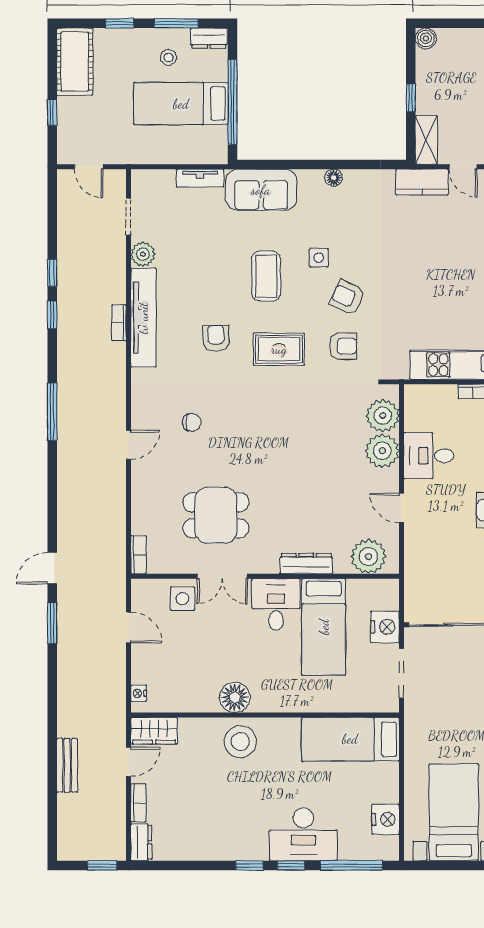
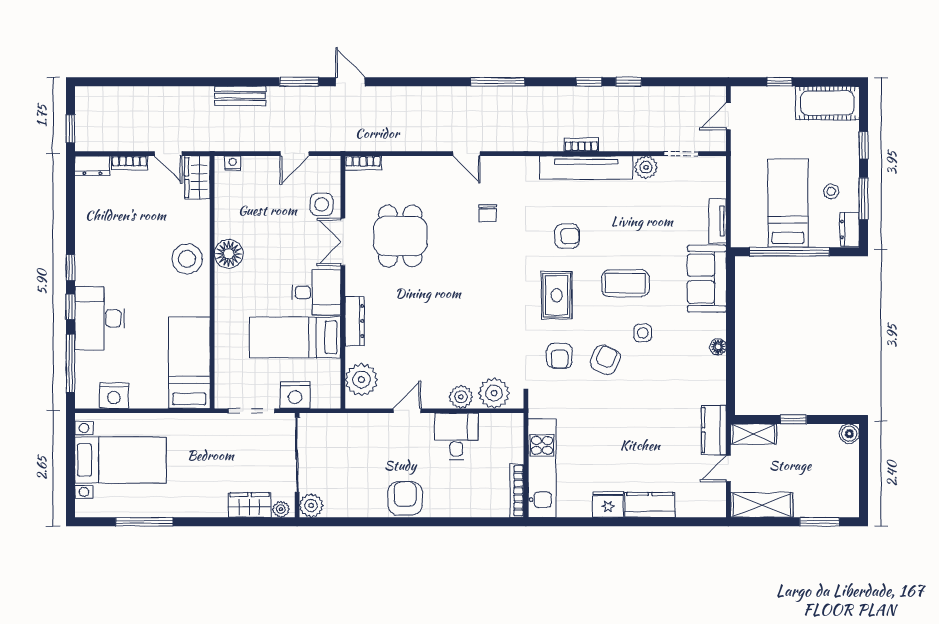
plant: (382, 451) -> (461, 397), width x0.73, depth x0.73
bench: (67, 765) -> (240, 96), moved

